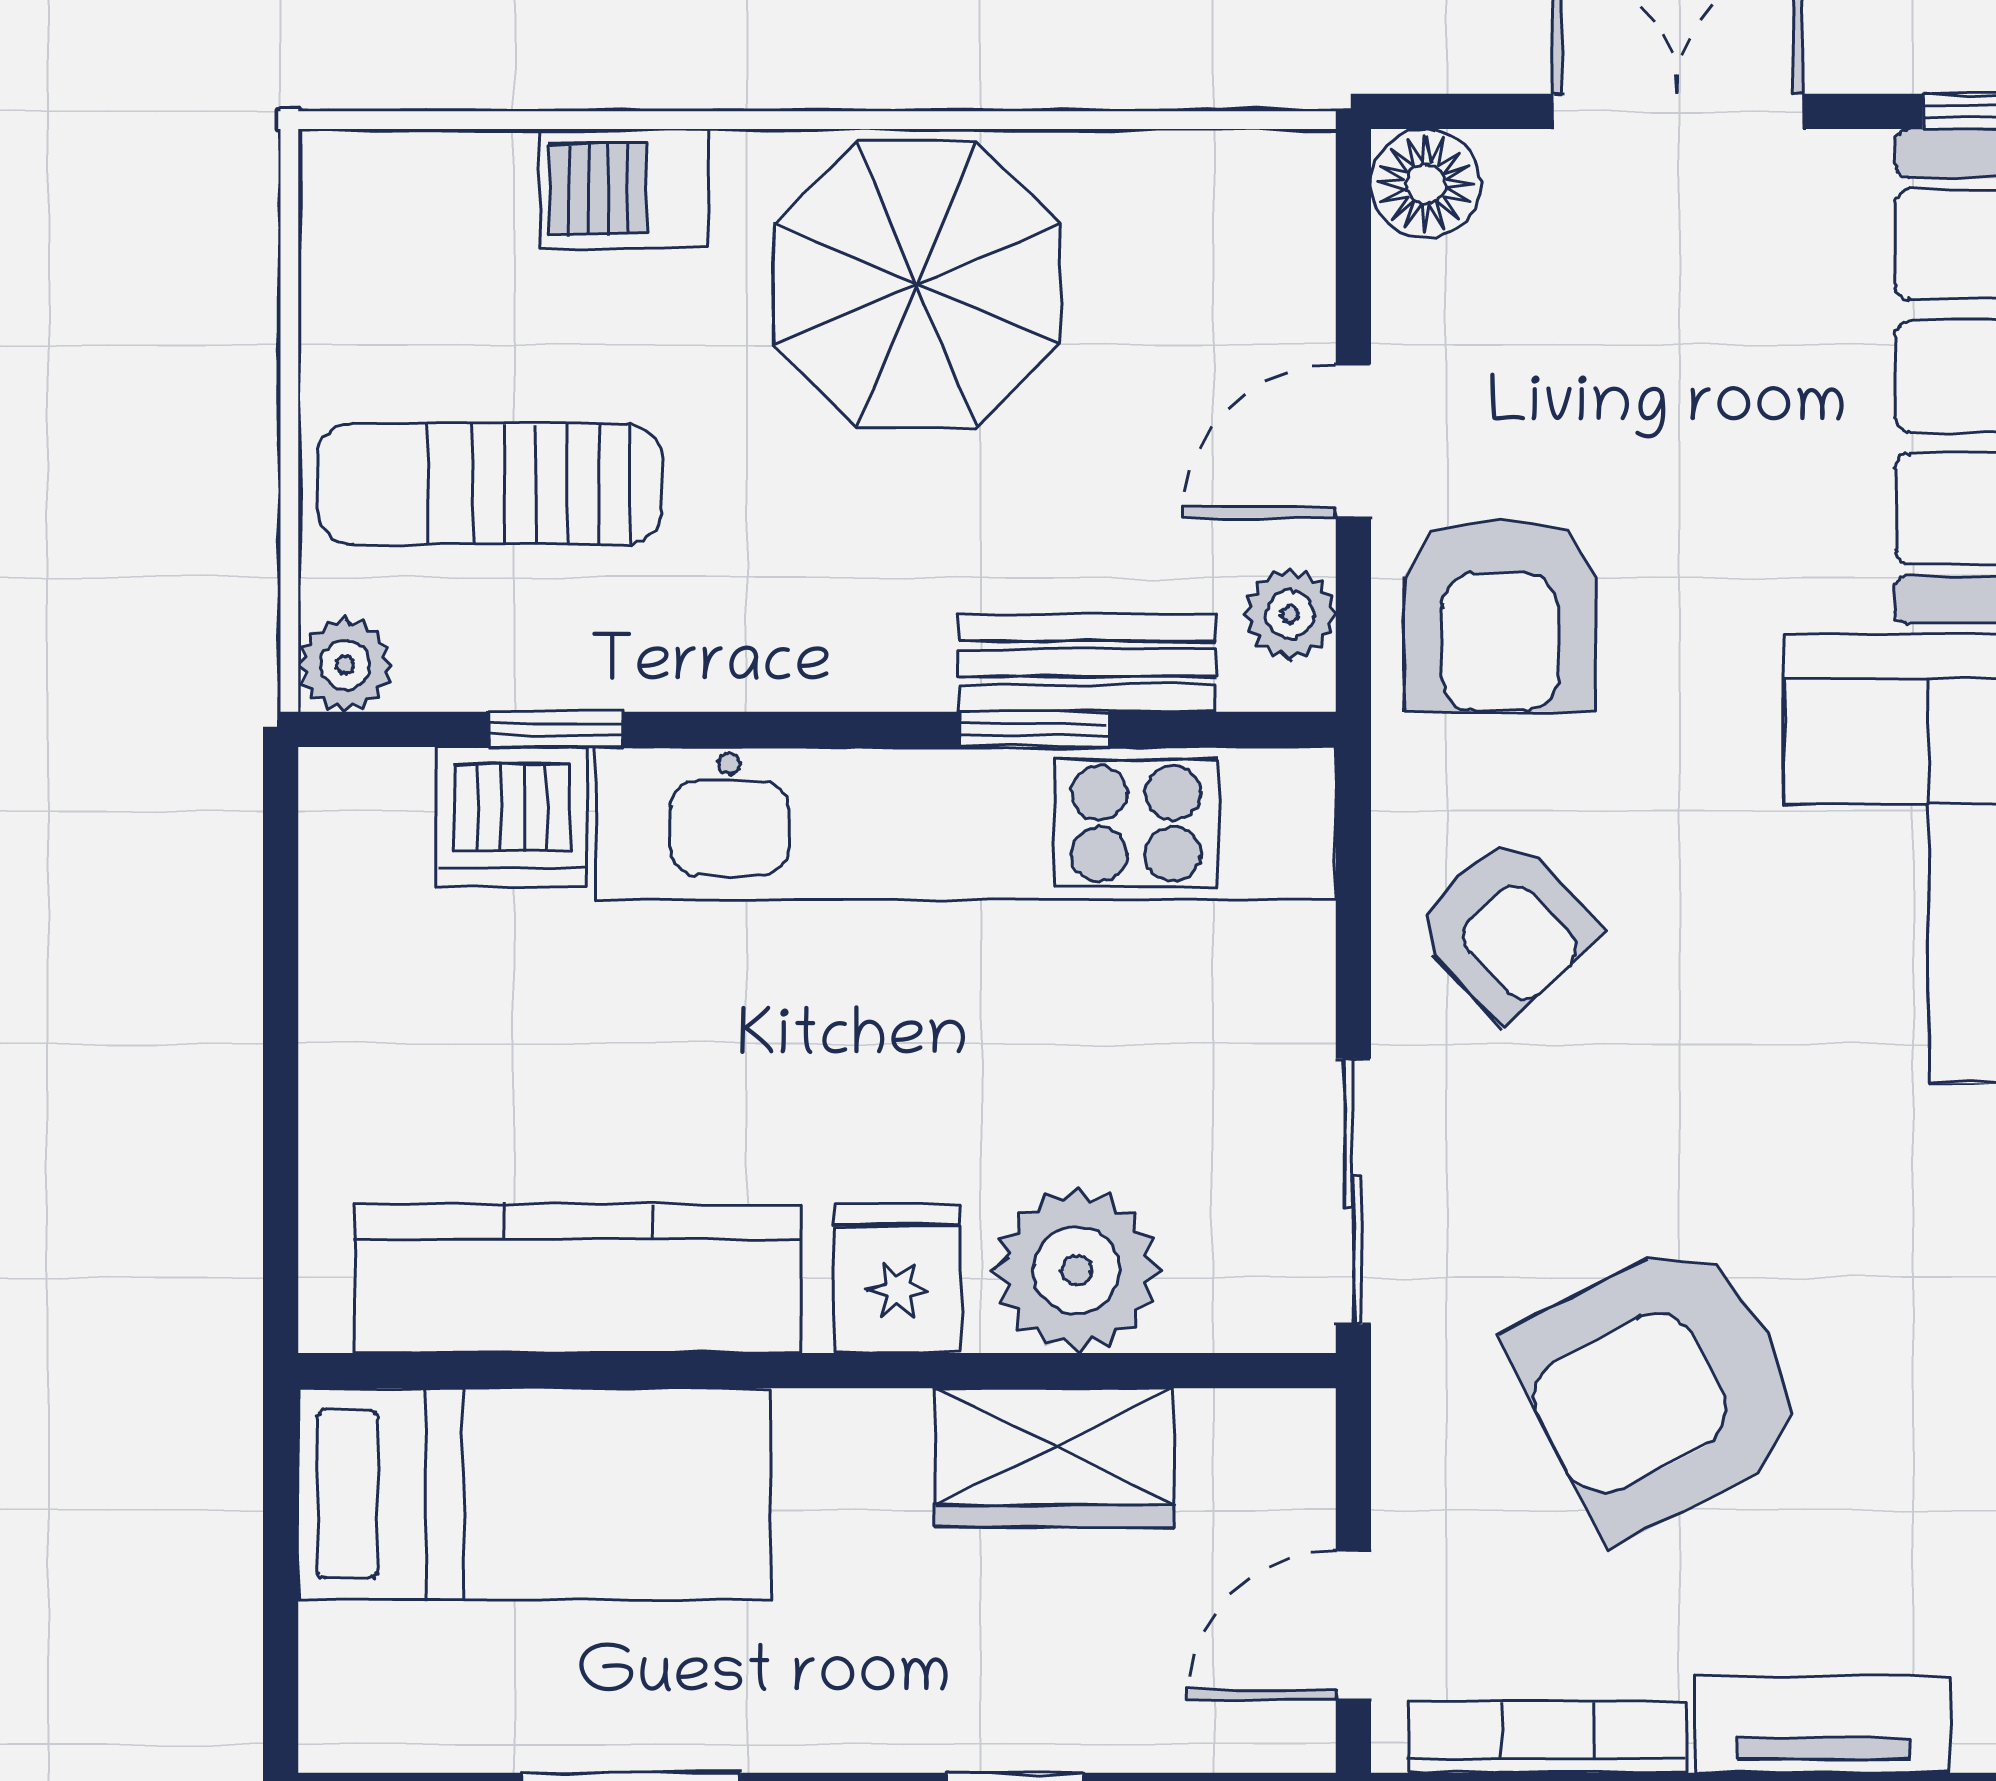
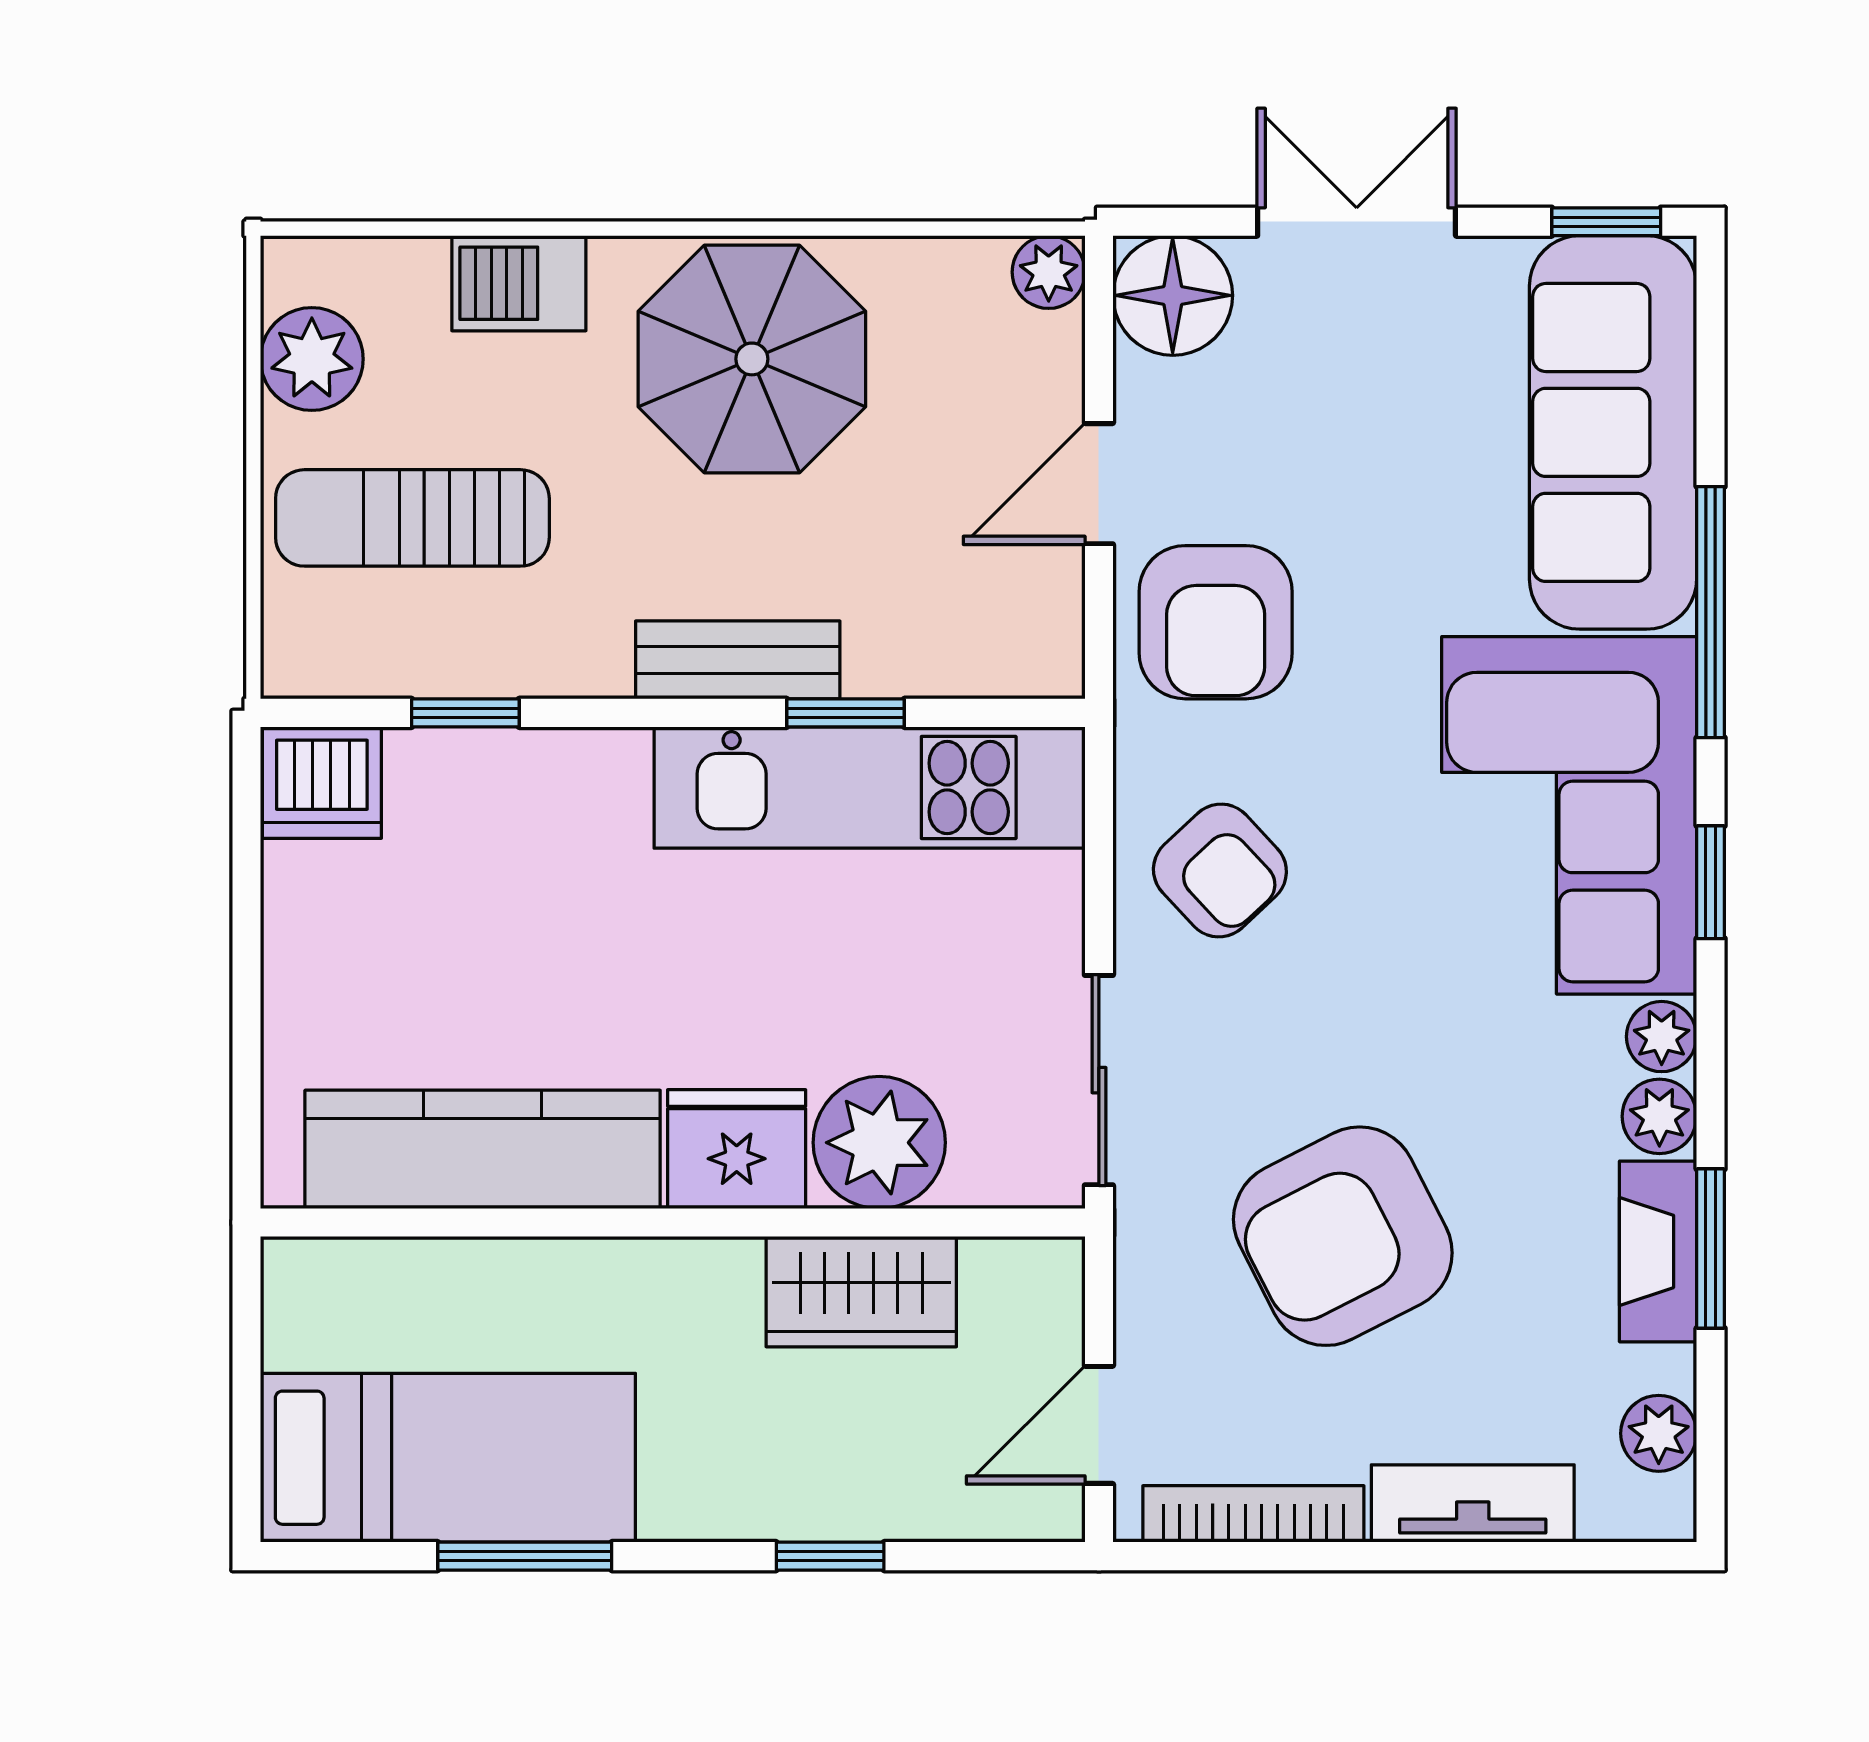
floor lamp: (1426, 184) -> (1173, 295), width x1.38, depth x1.38
plant: (1290, 614) -> (1049, 272), moved
bench: (1087, 663) -> (738, 660), moved
plant: (345, 665) -> (312, 359), moved, width x1.38, depth x1.38
dishwasher: (512, 817) -> (322, 783), moved
kitchen unit: (966, 823) -> (870, 787), width x0.73
fridge: (897, 1278) -> (737, 1149), width x1.38
bed: (534, 1494) -> (448, 1458), moved

